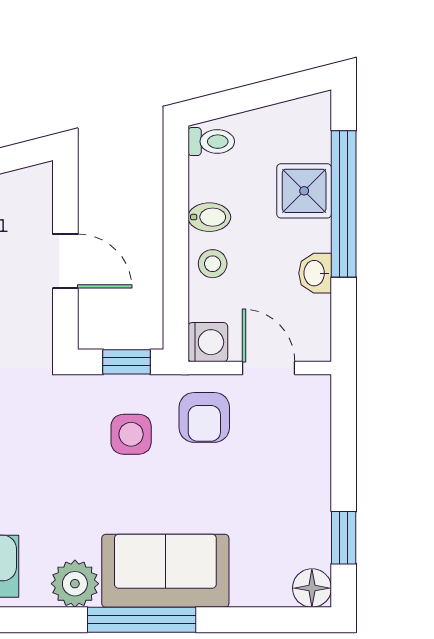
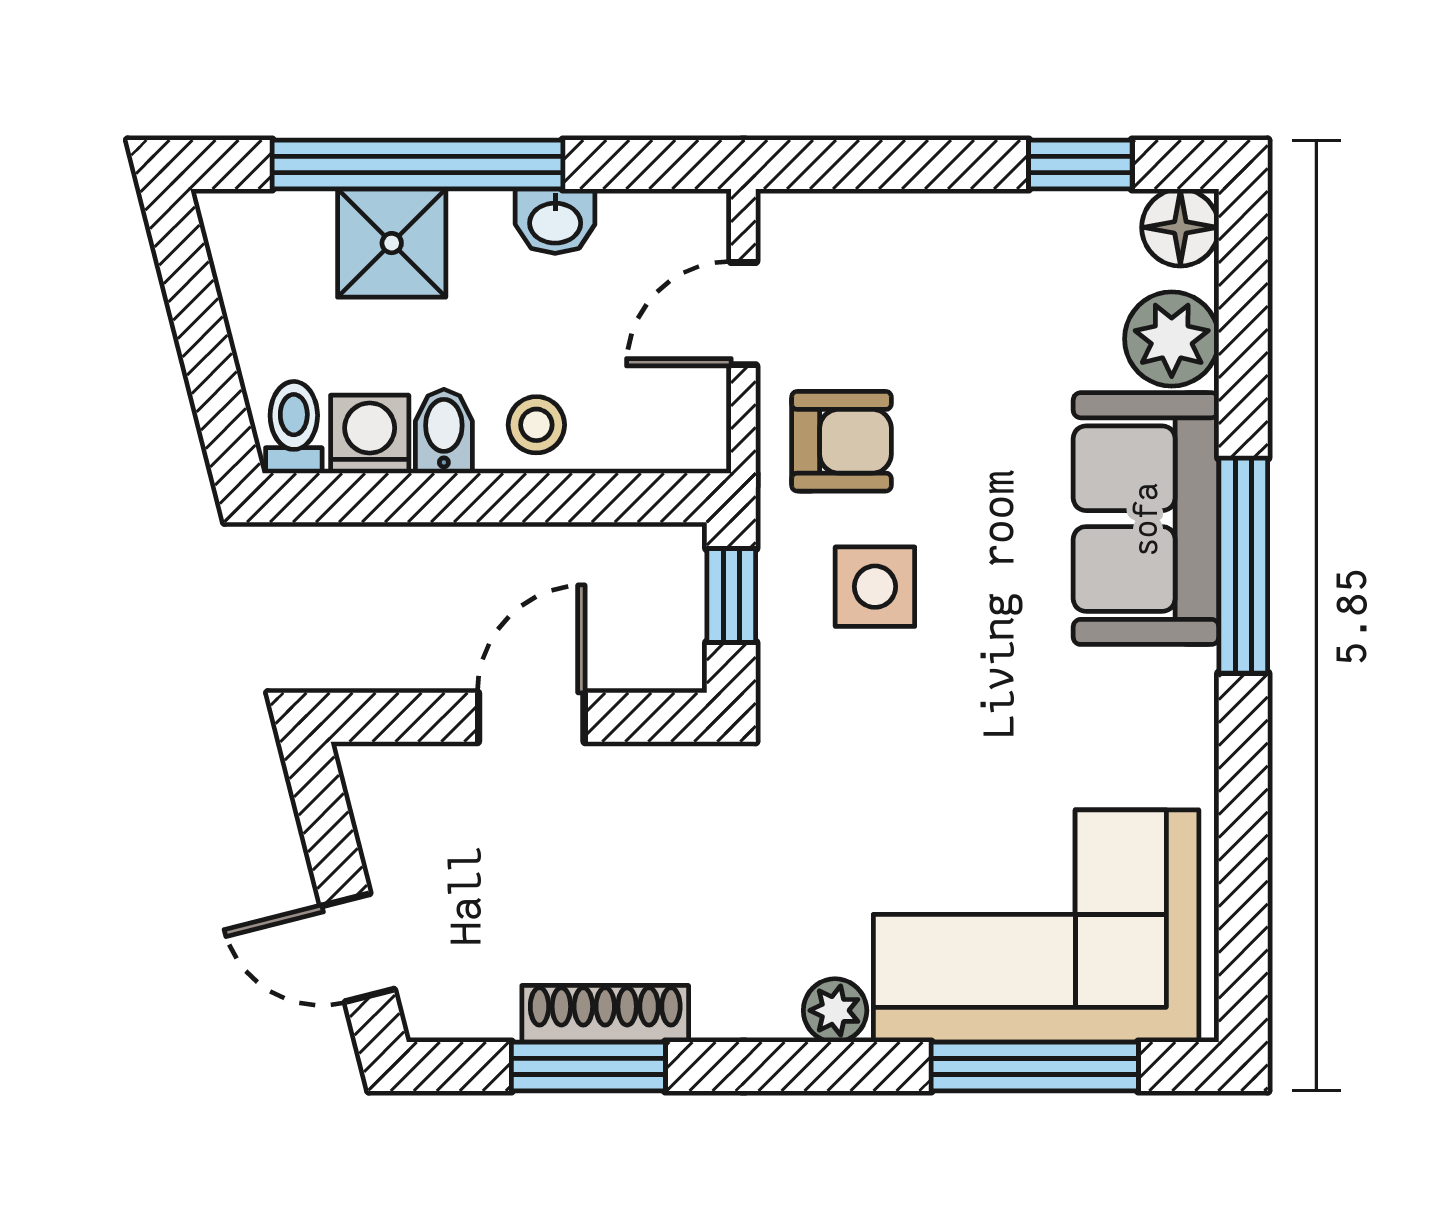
washing machine: (208, 342) -> (370, 434), moved
plant: (75, 584) -> (1172, 339), moved

